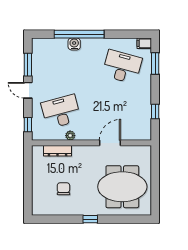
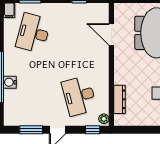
plant: (70, 136) -> (104, 119), moved
door: (110, 143) -> (111, 34), moved

